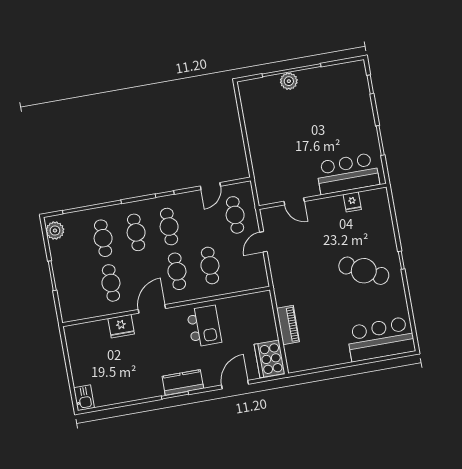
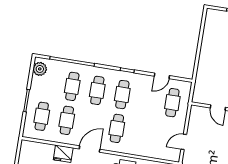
door: (263, 242) -> (184, 142), moved
cafe table: (210, 265) -> (42, 116), moved

